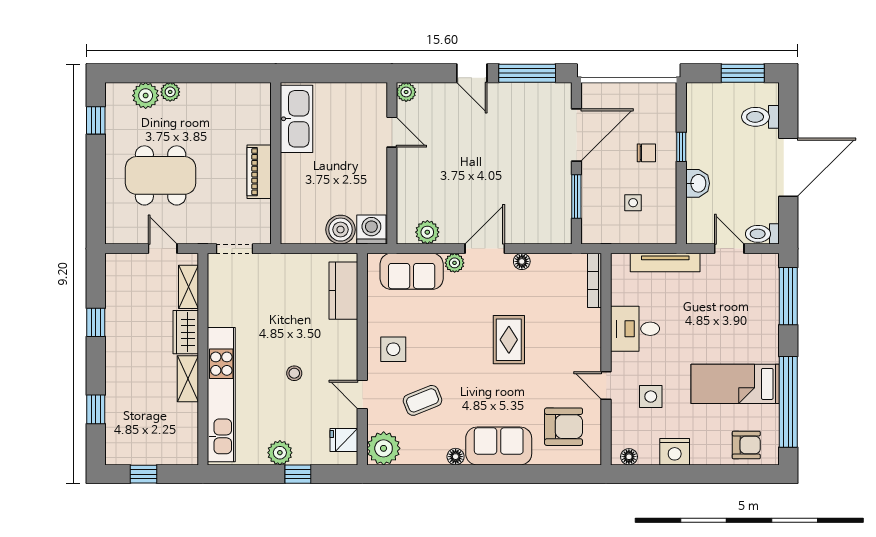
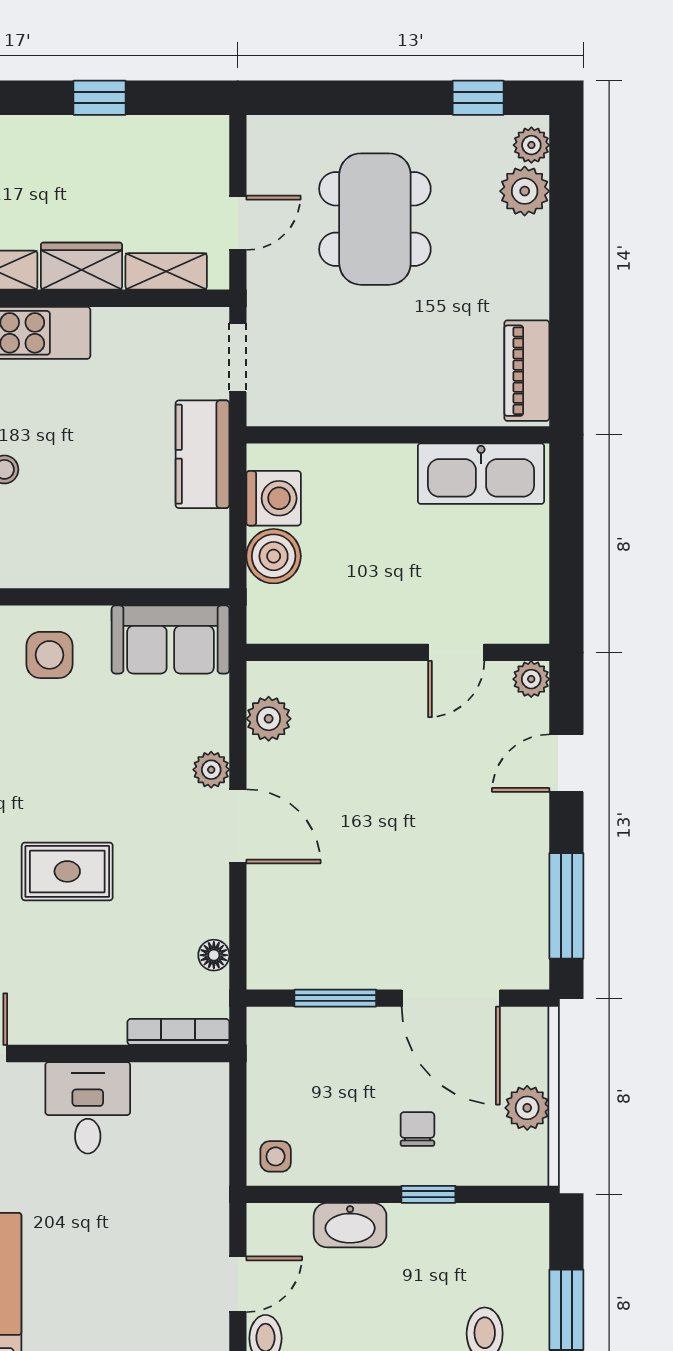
door: (472, 73) -> (566, 763), moved
plant: (170, 92) -> (531, 145), moved
plant: (635, 94) -> (527, 1108), added
chair: (646, 153) -> (417, 1129), turned 180
piano: (259, 172) -> (527, 371), moved, turned -90
washbasin: (698, 183) -> (350, 1225), width x1.38
side table: (633, 203) -> (276, 1156), moved
washing machine: (371, 230) -> (274, 498), moved
floor lamp: (522, 261) -> (214, 955), moved
tv unit: (665, 263) -> (212, 1164), removed
sofa: (412, 271) -> (170, 639), moved, turned -90
kitchen counter: (343, 291) -> (202, 454), moved, turned -90

